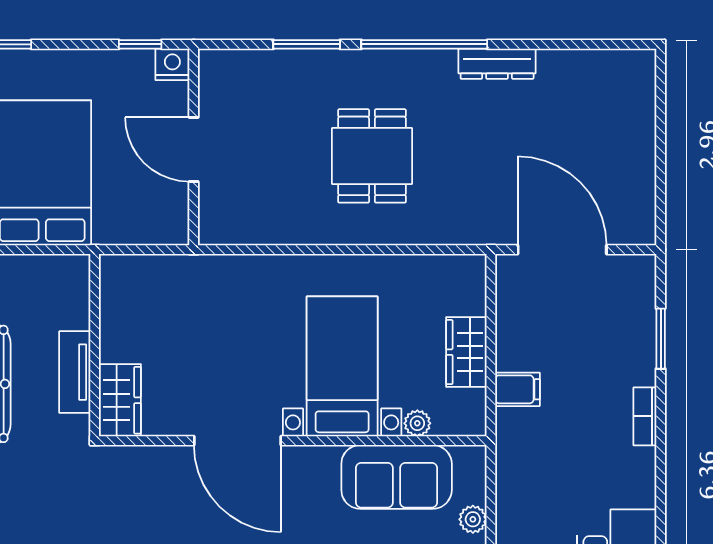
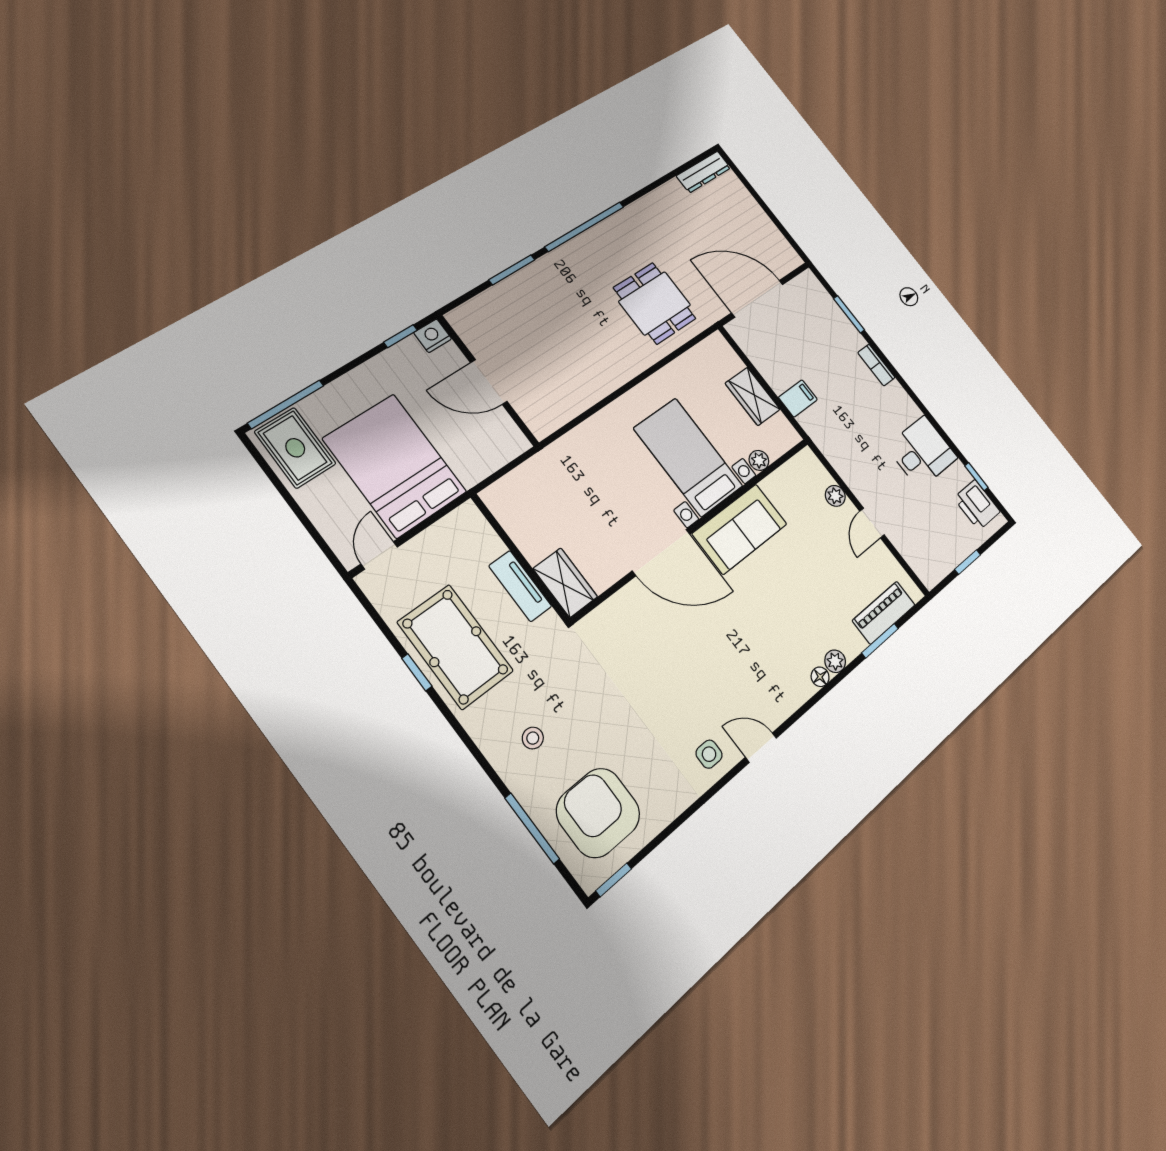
dresser: (497, 64) -> (704, 172), moved
dining table: (372, 156) -> (655, 303), moved
sofa: (397, 477) -> (740, 529), moved

